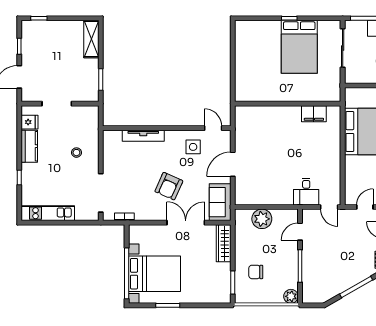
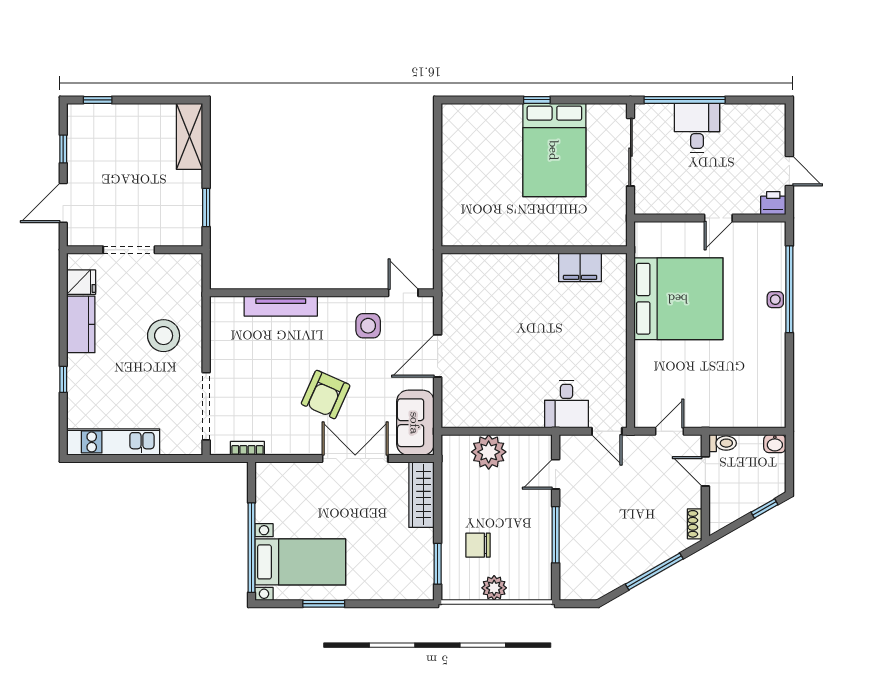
stool: (76, 153) -> (164, 336), width x1.89, depth x1.89
bed with nightstands: (154, 274) -> (300, 562), width x0.73
plant: (291, 296) -> (494, 588), moved

